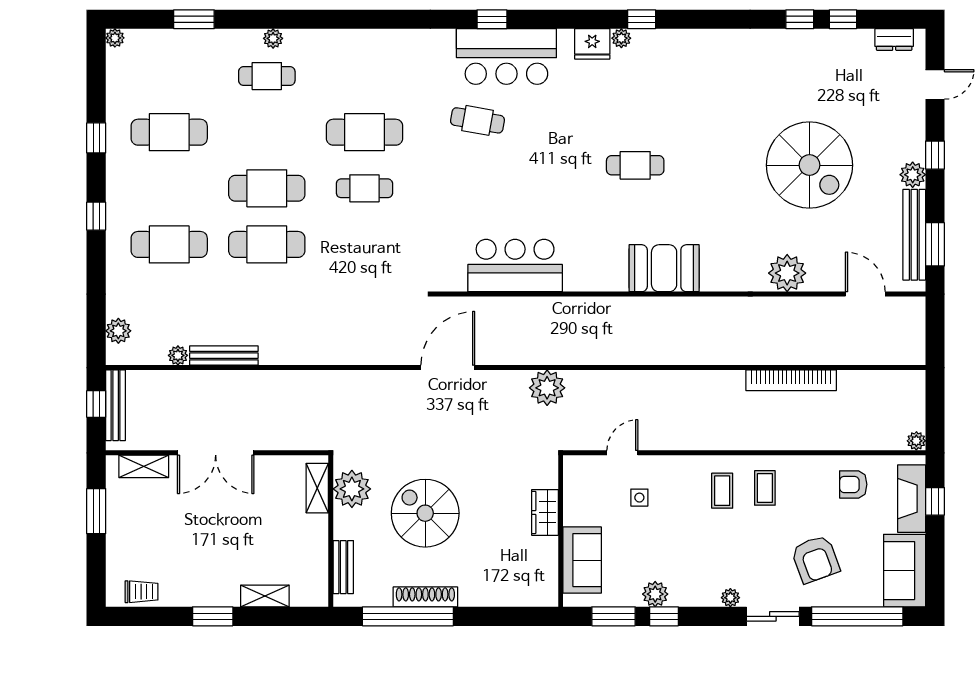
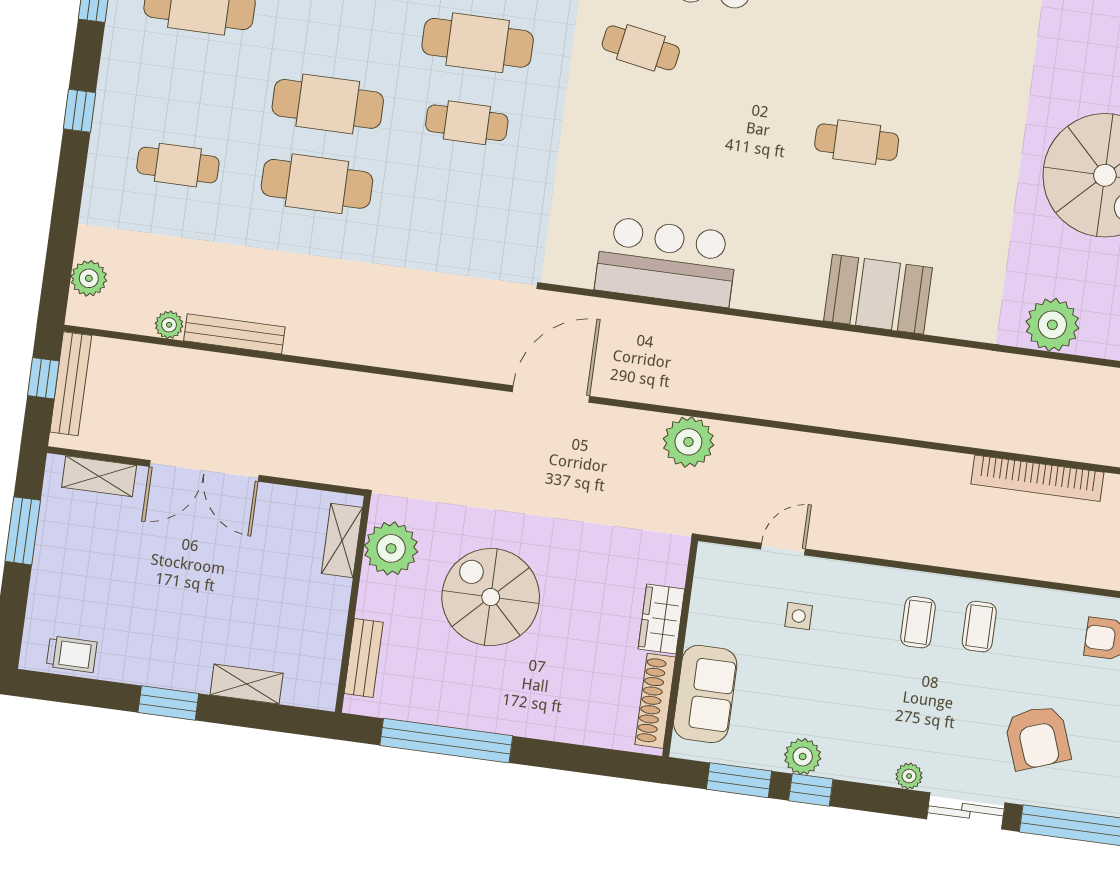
cafe table: (169, 244) -> (178, 165), width x0.73, depth x0.74
shoe rack: (425, 597) -> (655, 701), moved, turned -90

